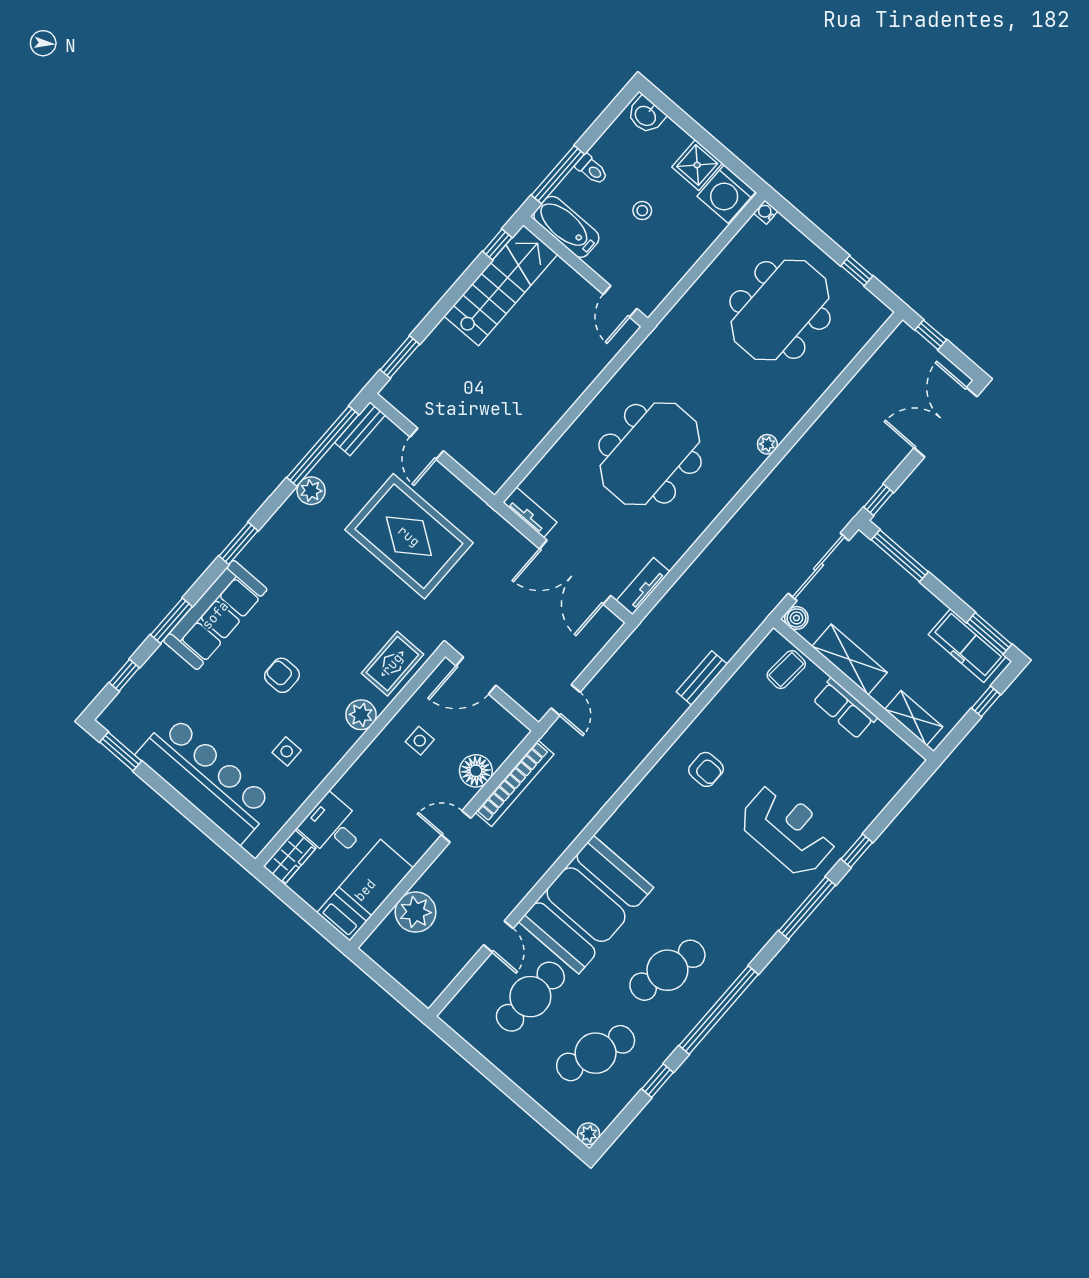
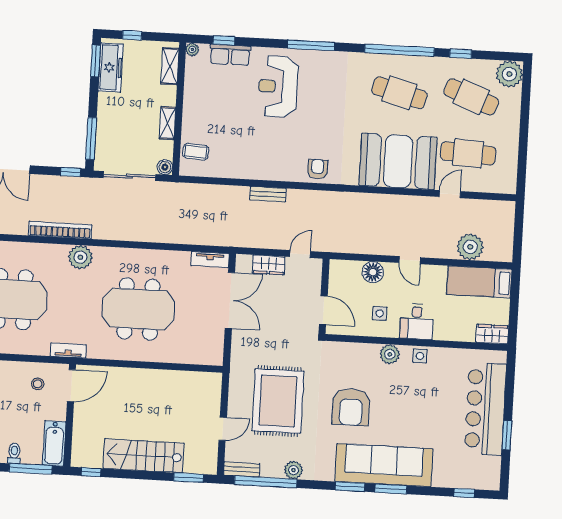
stool: (642, 211) -> (38, 384), moved
stairs: (501, 285) -> (143, 456), moved
door: (620, 301) -> (71, 386), width x1.38
plant: (767, 444) -> (80, 257), width x1.88, depth x1.88
tv unit: (530, 512) -> (68, 350), moved, turned 90
sofa: (215, 615) -> (384, 465), width x1.36, depth x1.27
window: (171, 621) -> (391, 489), moved
wardrobe: (582, 652) -> (269, 265), added
shelving: (850, 659) -> (168, 123), width x0.67, depth x0.75
rug: (392, 664) -> (351, 358), removed
armchair: (282, 675) -> (351, 407), moved, width x1.88, depth x1.88
bench: (702, 678) -> (268, 194), moved
row of seats: (845, 709) -> (230, 55), moved, turned 90
side table: (287, 751) -> (420, 356), moved
window: (121, 752) -> (507, 435), moved
plant: (913, 761) -> (192, 49), added
armchair: (706, 769) -> (318, 169), moved
bookcase: (515, 783) -> (60, 230), moved
desk: (333, 827) -> (417, 322), moved
window: (857, 851) -> (224, 40), moved
plant: (588, 1134) -> (509, 74), width x1.87, depth x1.87

